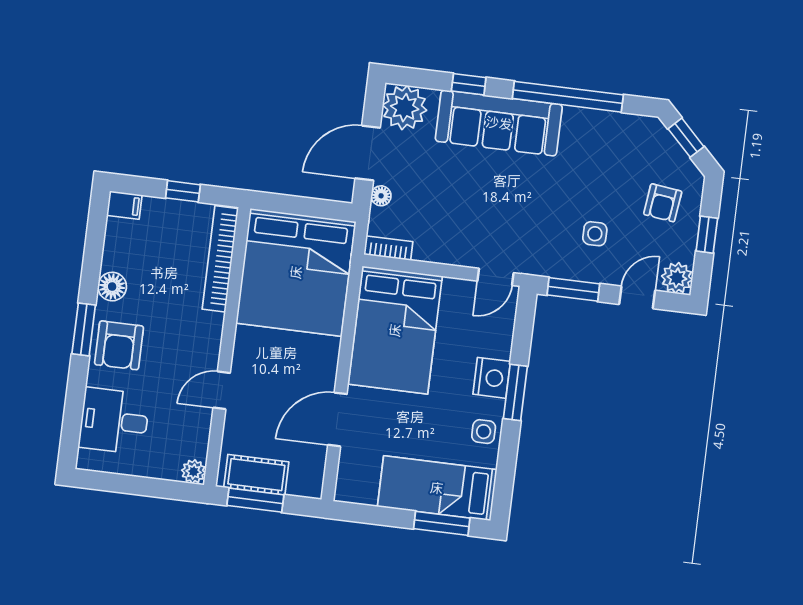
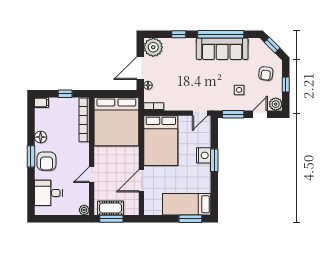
sofa: (499, 123) -> (222, 49), moved
side table: (484, 432) -> (203, 178), removed

